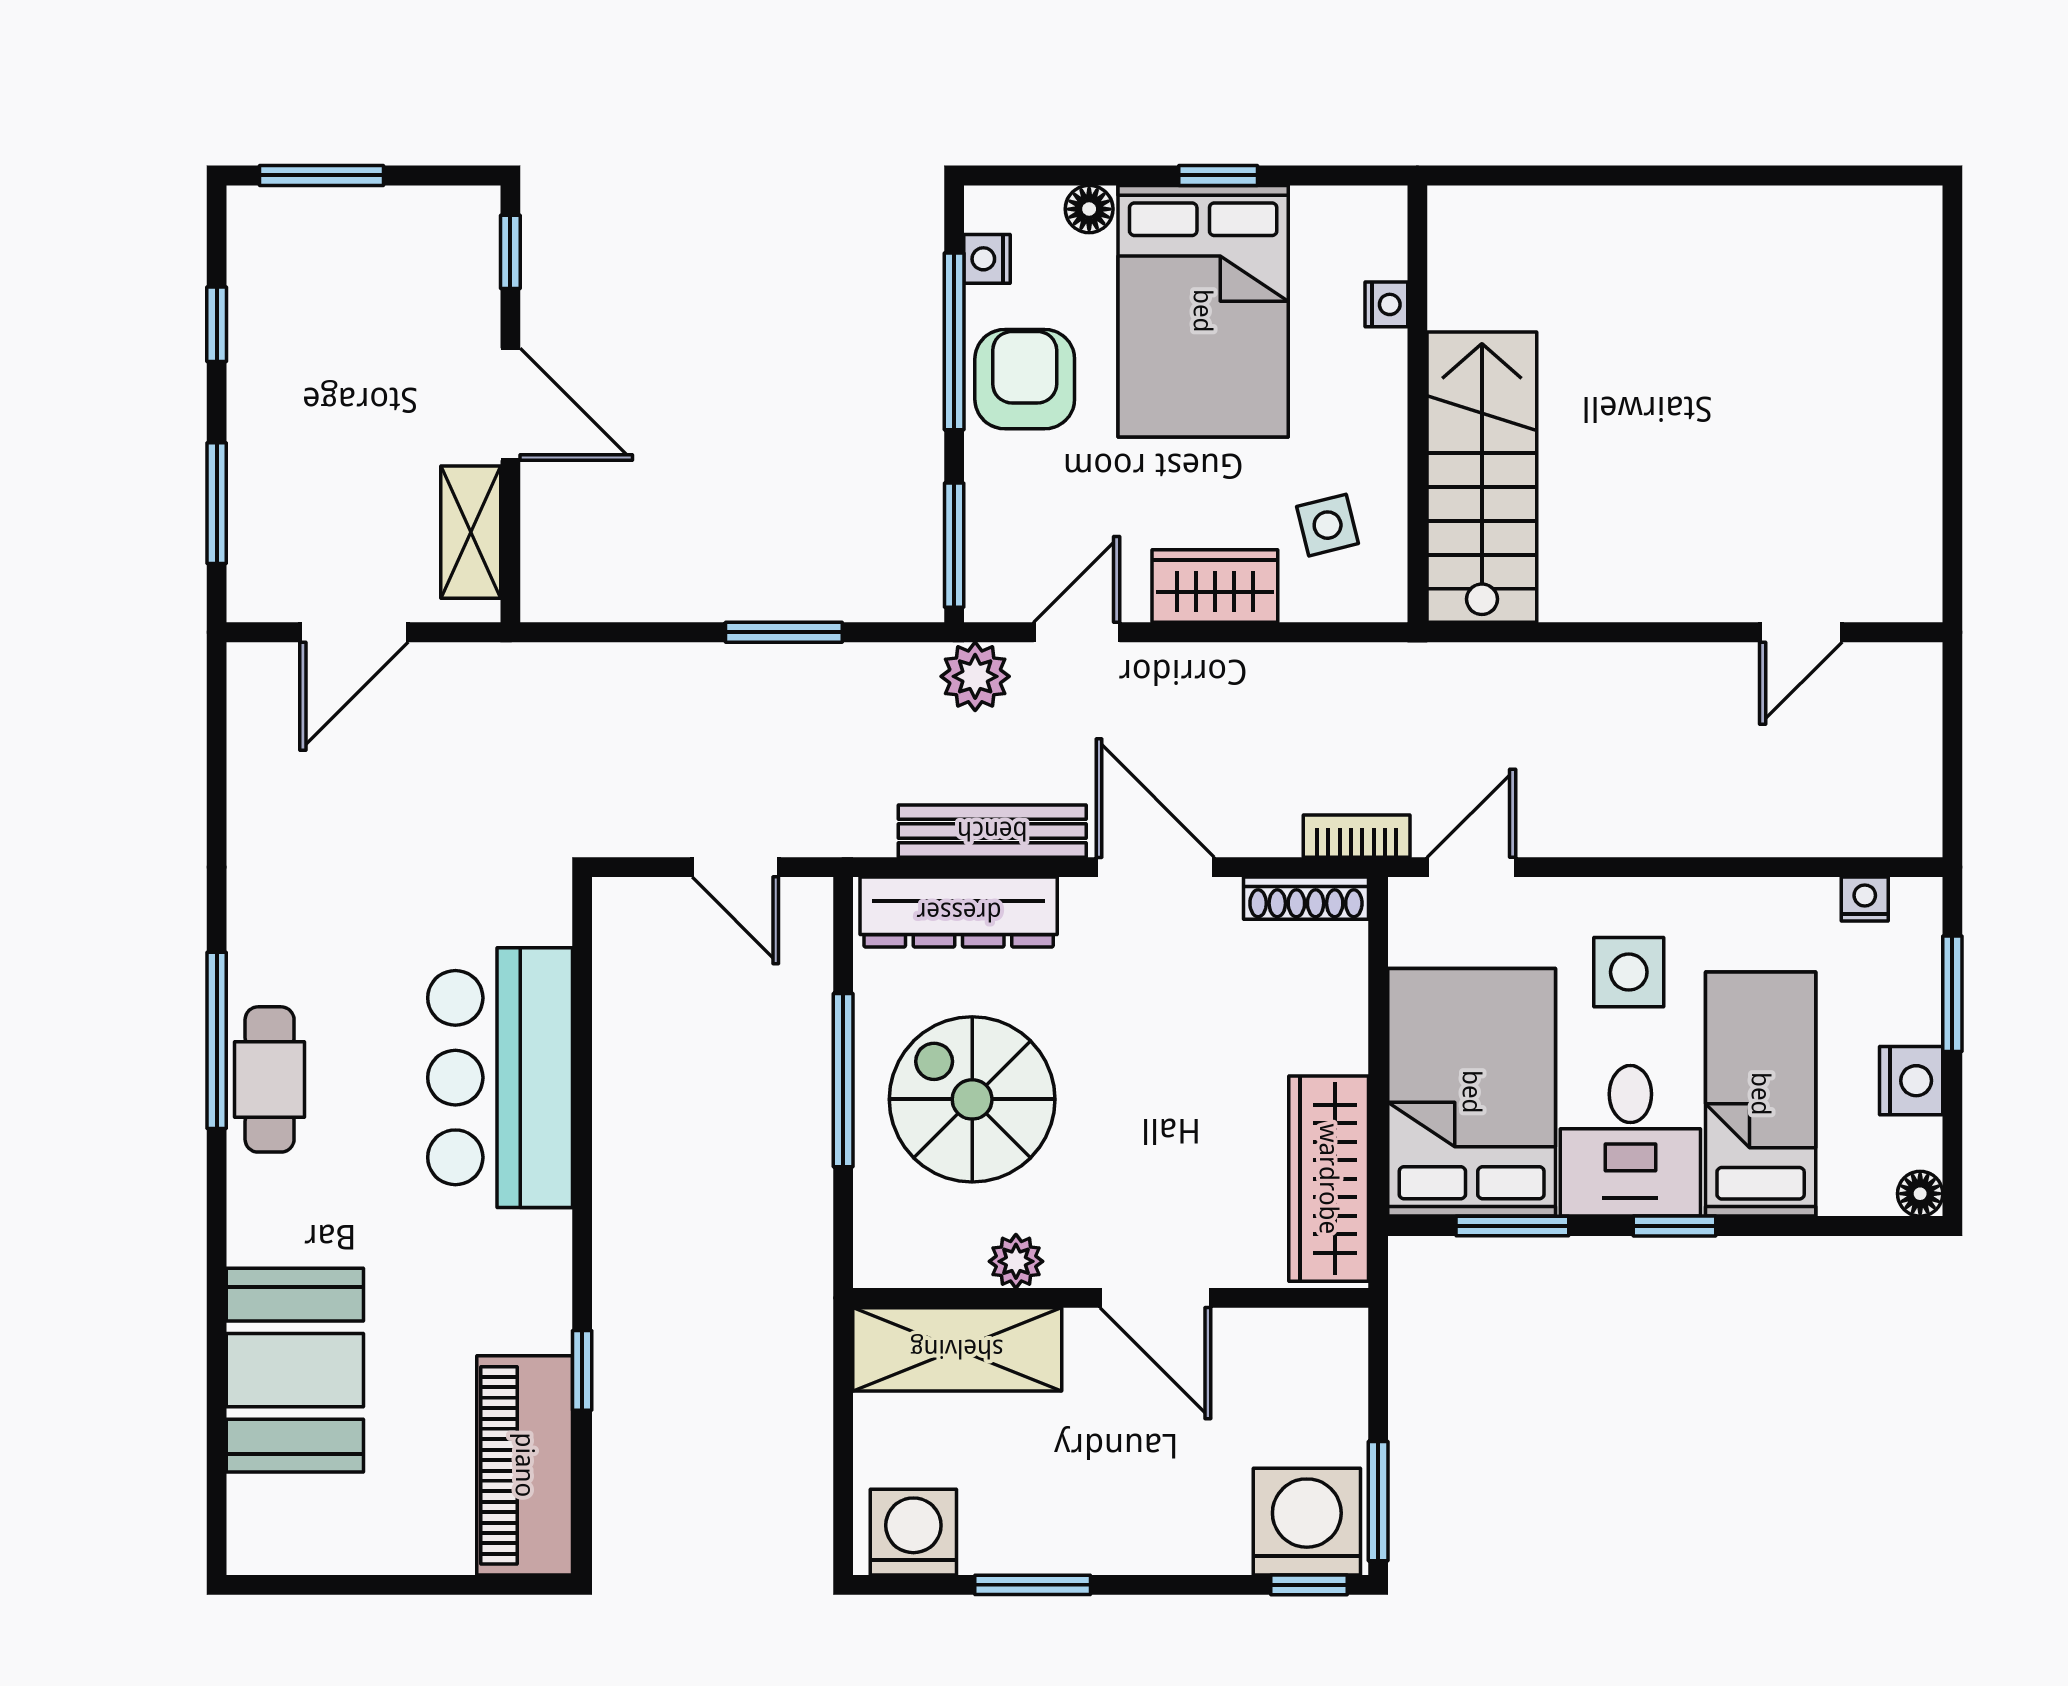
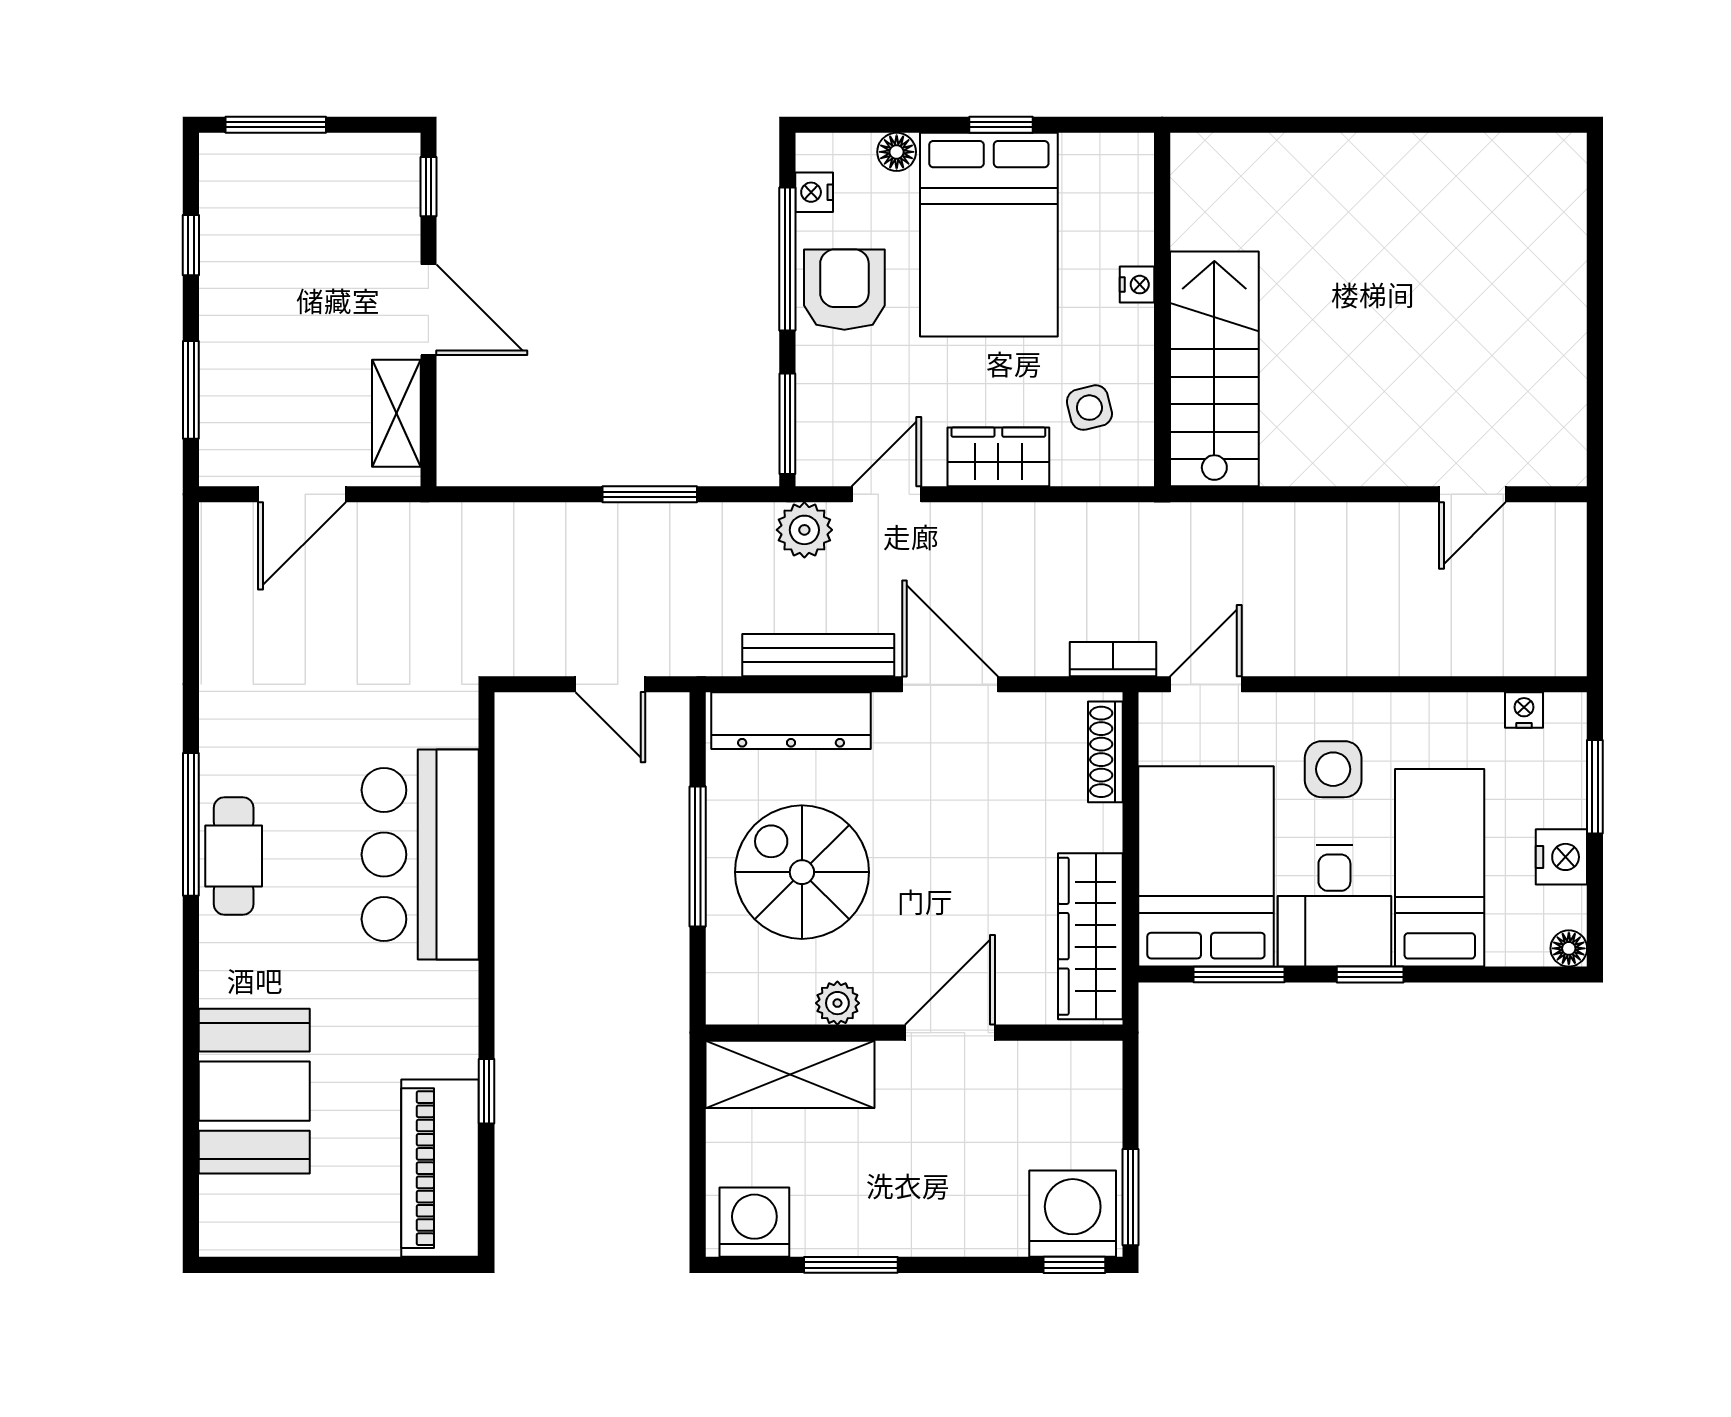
nightstand: (1386, 304) -> (1137, 285), moved
shoe rack: (1306, 898) -> (1105, 752), moved, turned 90
door: (1155, 1298) -> (950, 1033), swing flipped

